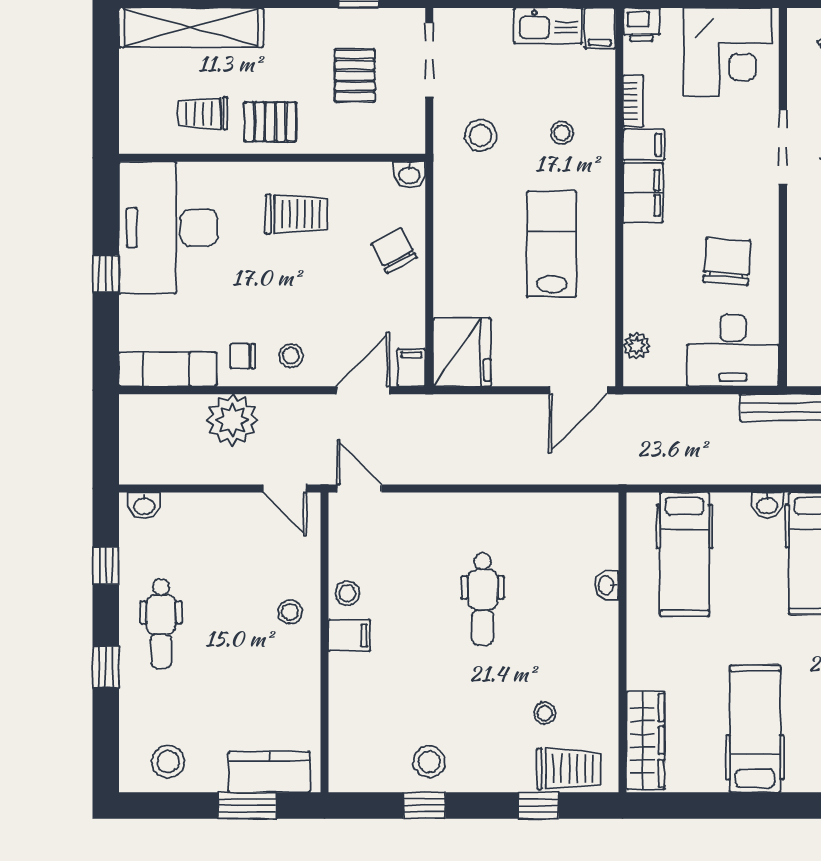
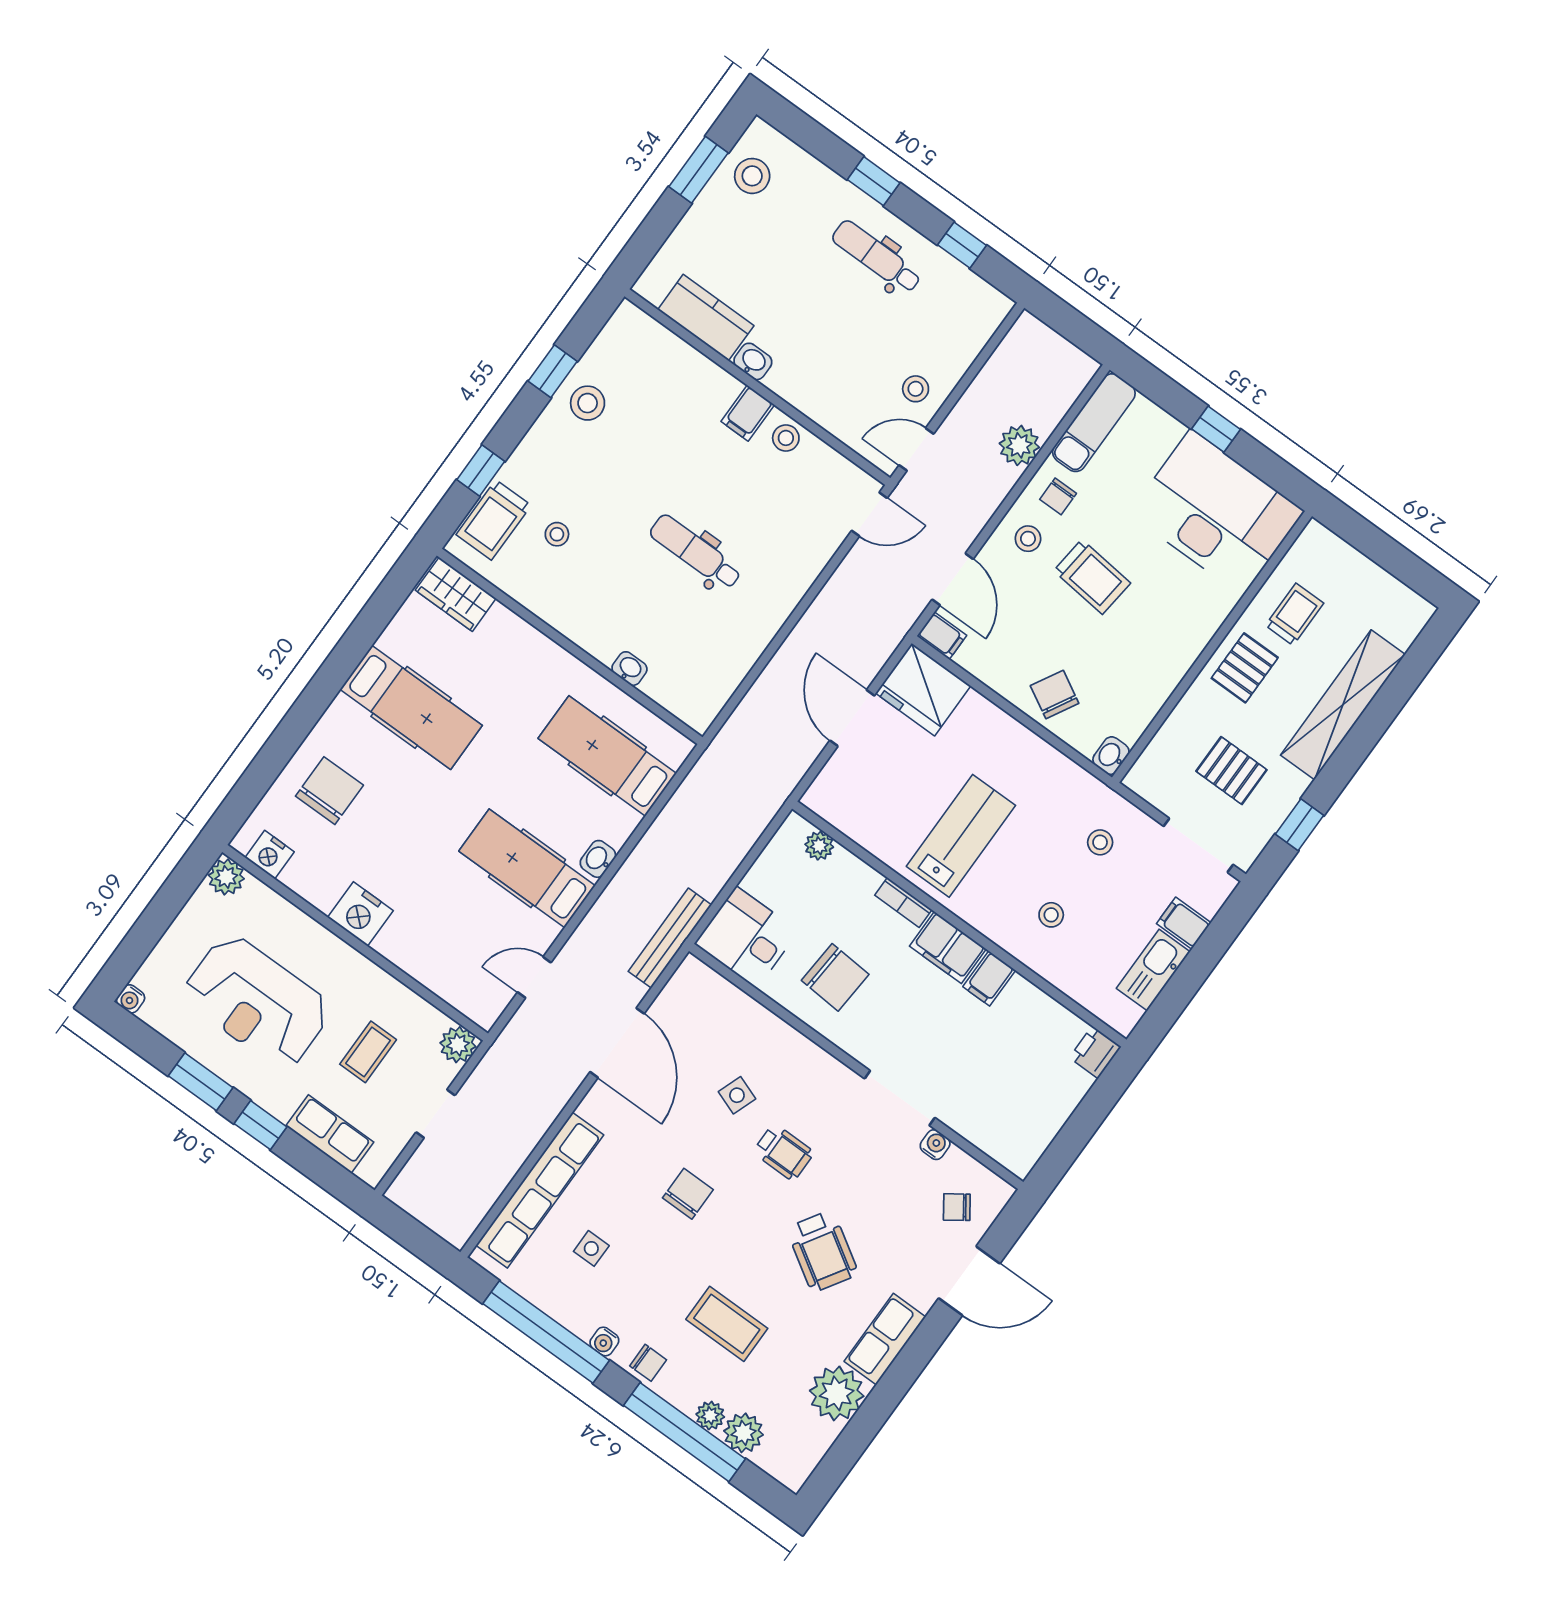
shelving: (191, 27) -> (1343, 705), moved
filing cabinet: (600, 28) -> (1184, 923), moved
corner desk: (728, 52) -> (1017, 1110), removed
water cooler: (799, 95) -> (935, 1145), added
bookcase: (633, 101) -> (903, 902), moved
stool: (481, 135) -> (1100, 842), width x0.73, depth x0.73
trolley: (297, 214) -> (1092, 577), moved, turned -84
lab bench: (552, 244) -> (961, 836), turned -90
chair: (394, 251) -> (1055, 694), turned -123
desk: (733, 350) -> (746, 937), width x0.73
chair: (243, 356) -> (1058, 496), turned 180
door: (578, 390) -> (852, 718), moved
plant: (232, 420) -> (1019, 445), width x0.73, depth x0.73
washbasin: (144, 505) -> (753, 361), moved, turned 90
stool: (290, 612) -> (916, 389), moved
wardrobe: (645, 740) -> (456, 594), width x0.67
kitchen counter: (269, 772) -> (706, 318), moved, turned -90
window: (247, 805) -> (699, 170), moved

